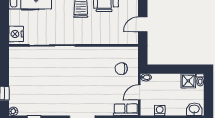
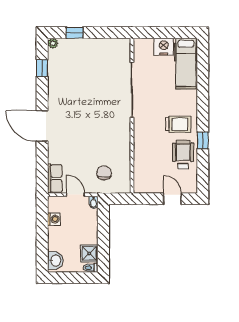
door: (143, 24) -> (172, 199), moved
nightstand: (16, 34) -> (164, 47), moved

